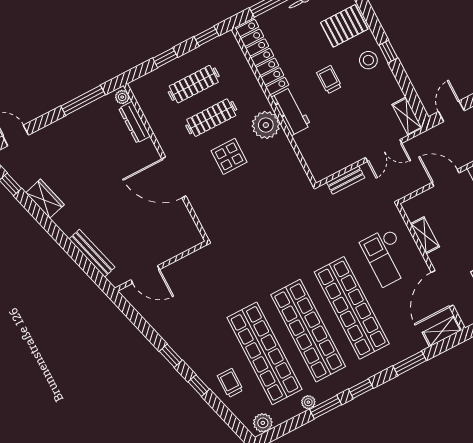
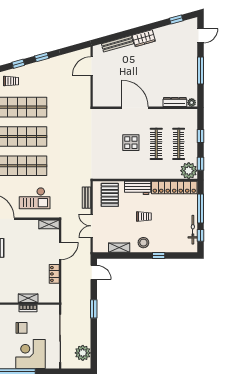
pallet: (344, 26) -> (110, 195), moved
window: (388, 52) -> (159, 255), moved
window: (83, 100) -> (201, 70), moved
shelving: (407, 116) -> (119, 248), moved
plant: (266, 125) -> (189, 171), moved
door: (174, 177) -> (135, 108), hinge flipped
wardrobe: (45, 199) -> (144, 38), moved
shelving: (425, 235) -> (49, 224), moved
checkout: (387, 257) -> (35, 198), turned 180

